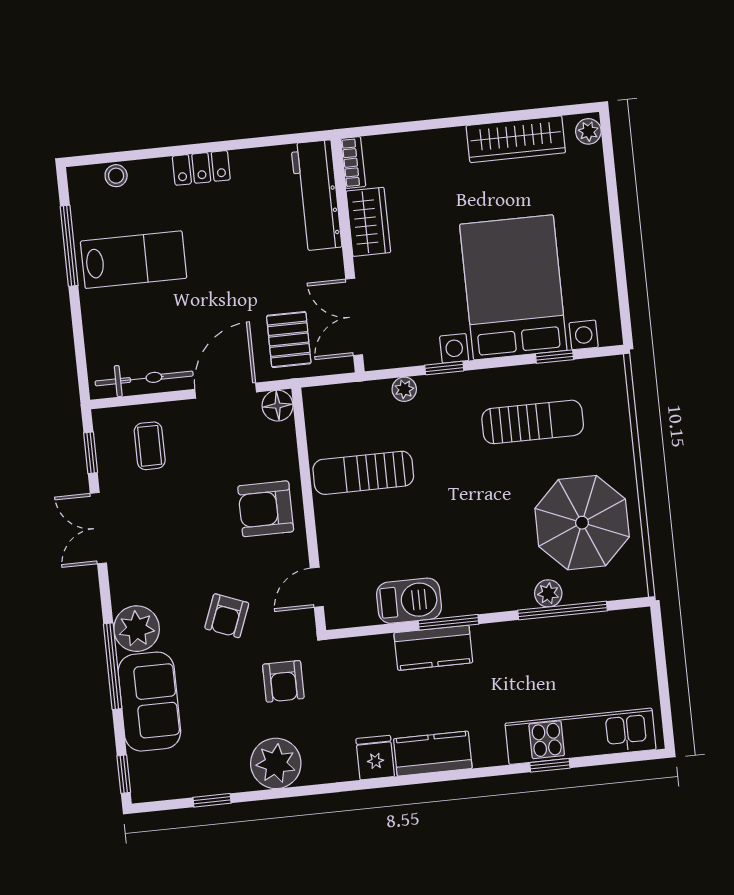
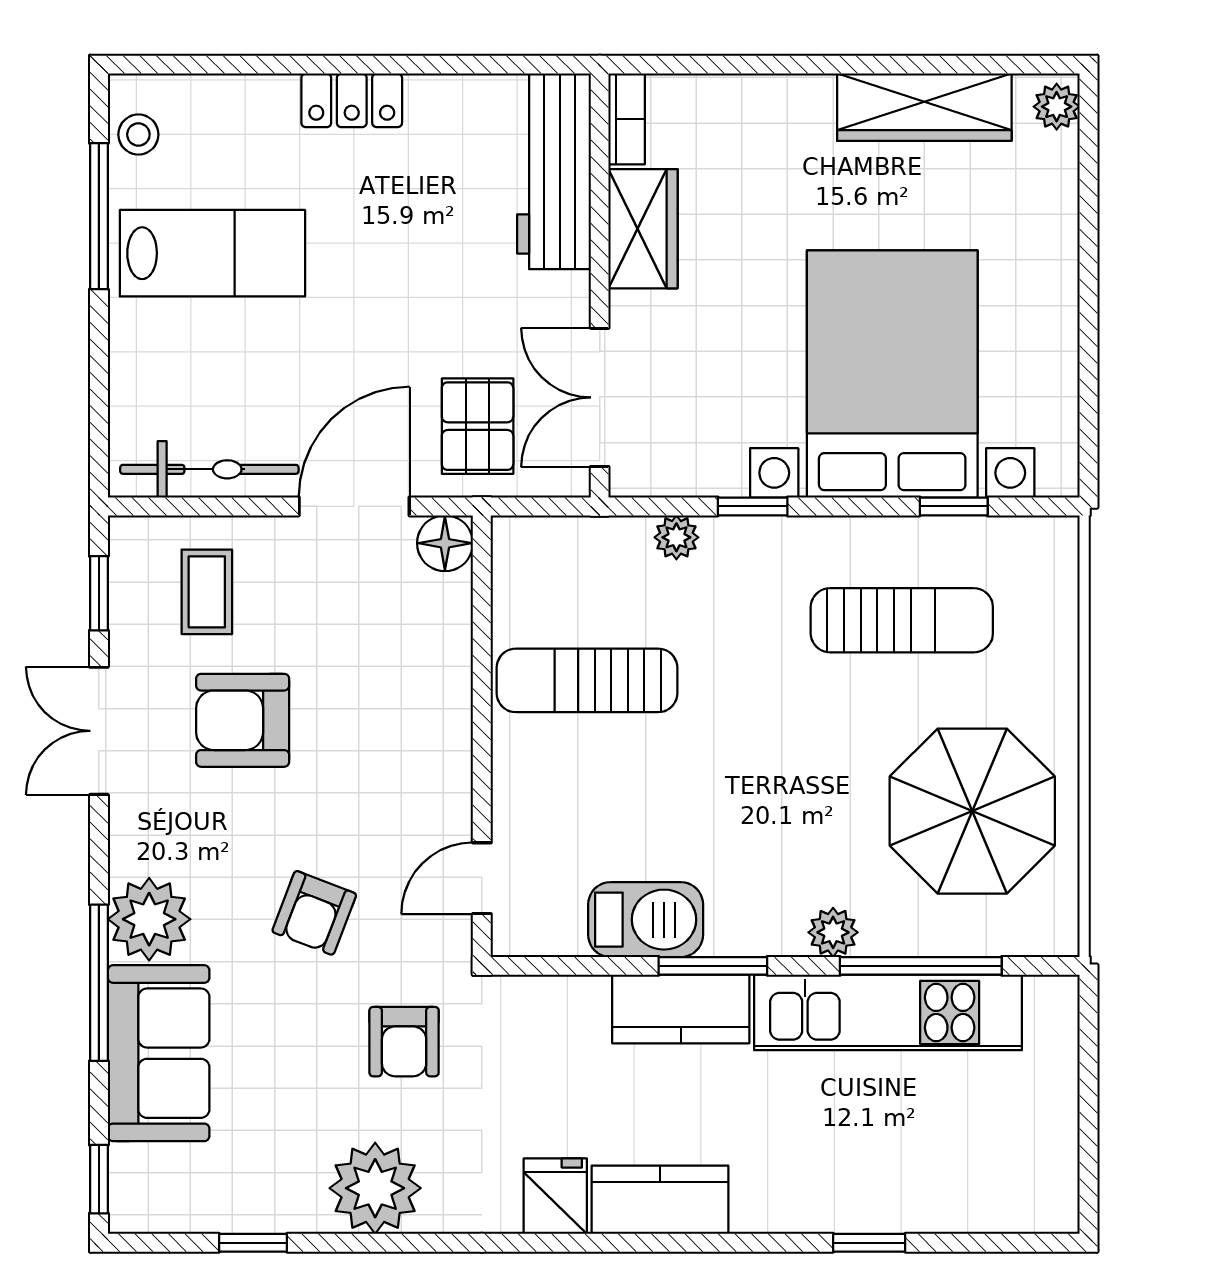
stool: (116, 176) -> (138, 134), moved
armchair: (266, 509) -> (243, 720), moved
plant: (548, 593) -> (833, 932), moved
kitchen unit: (580, 736) -> (888, 1012), moved, turned 180

